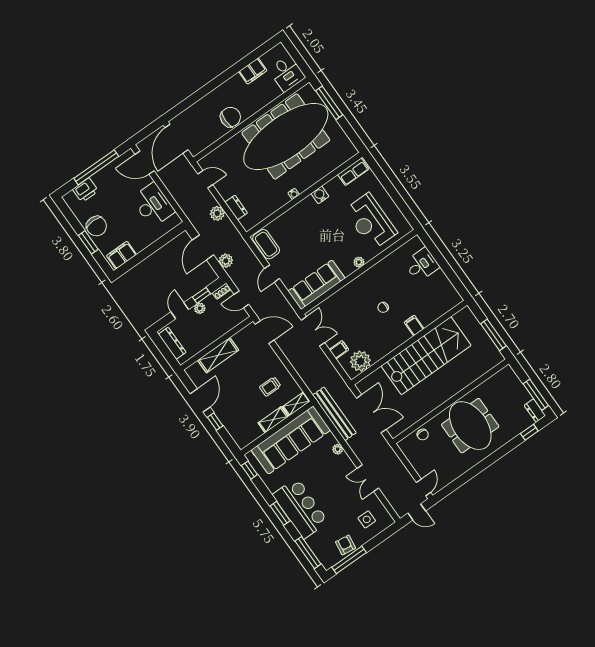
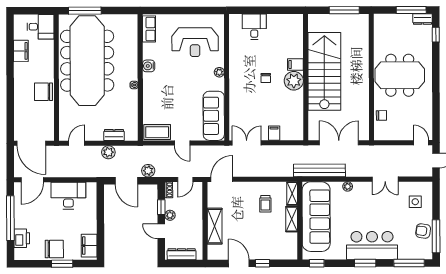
chair: (230, 117) -> (44, 92), turned -90
plant: (360, 361) -> (294, 81), moved

